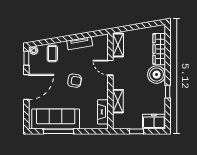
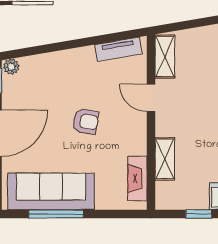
tv unit: (80, 43) -> (118, 49), moved
coffee table: (52, 54) -> (45, 72), removed

